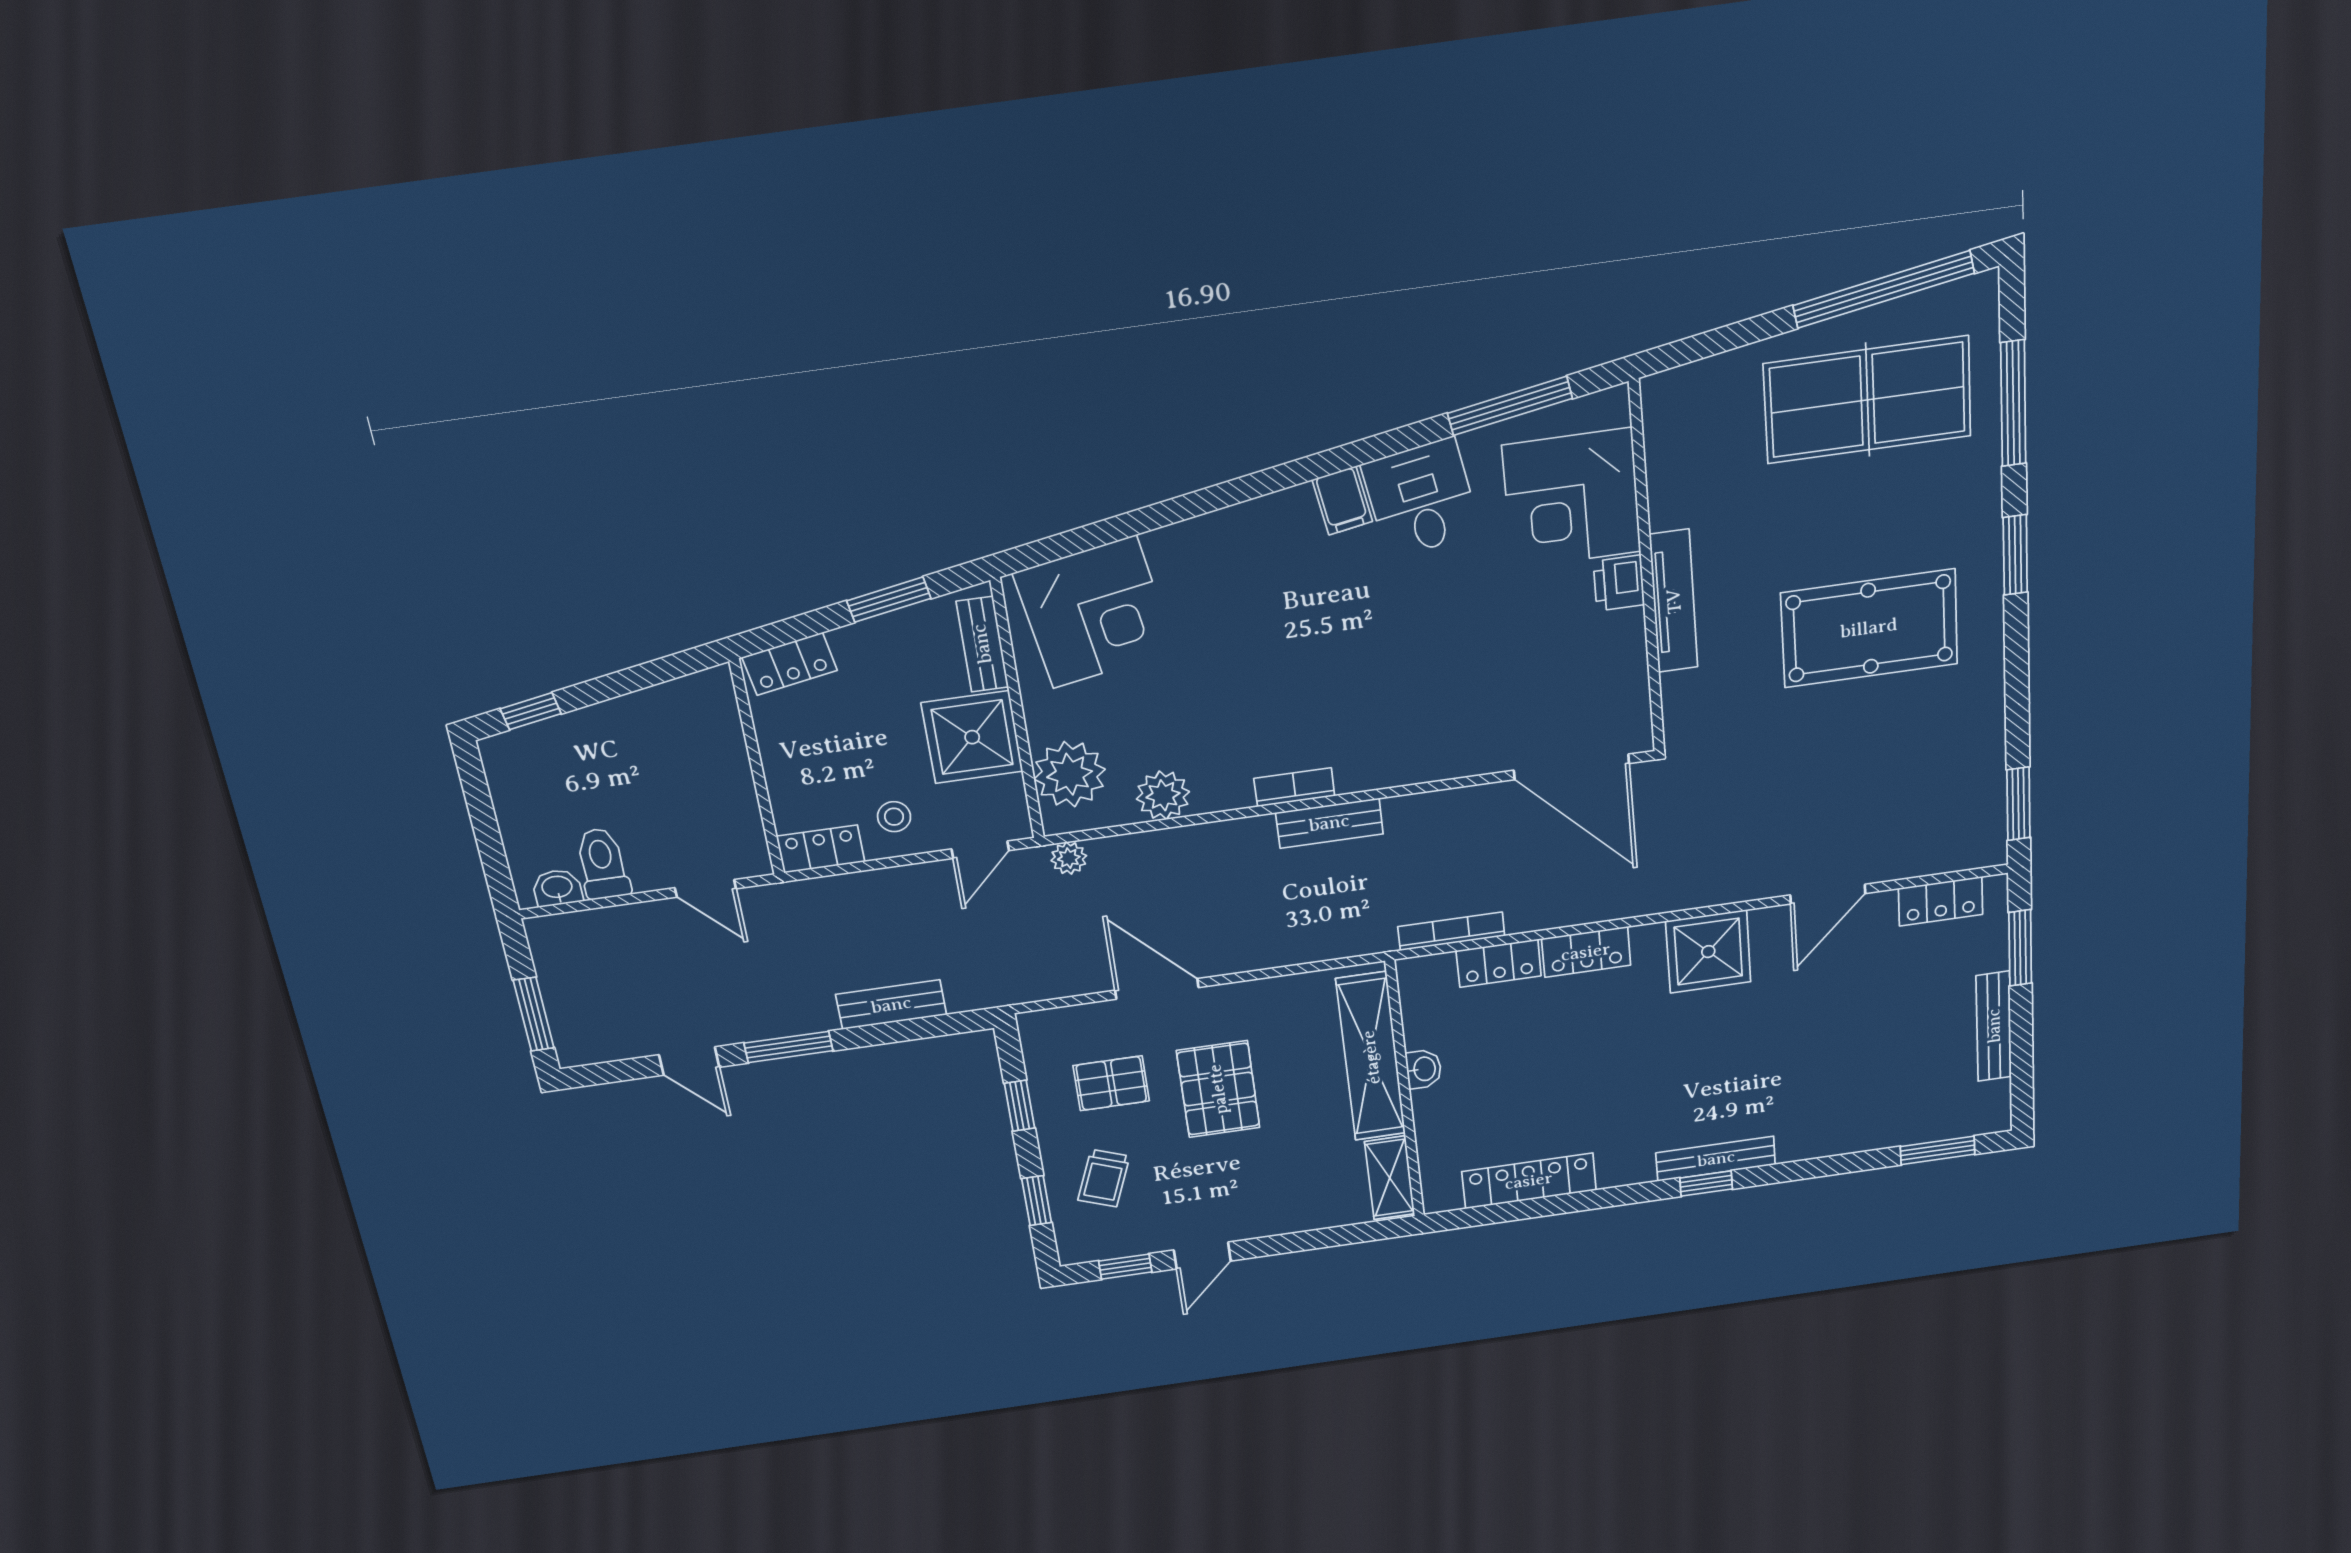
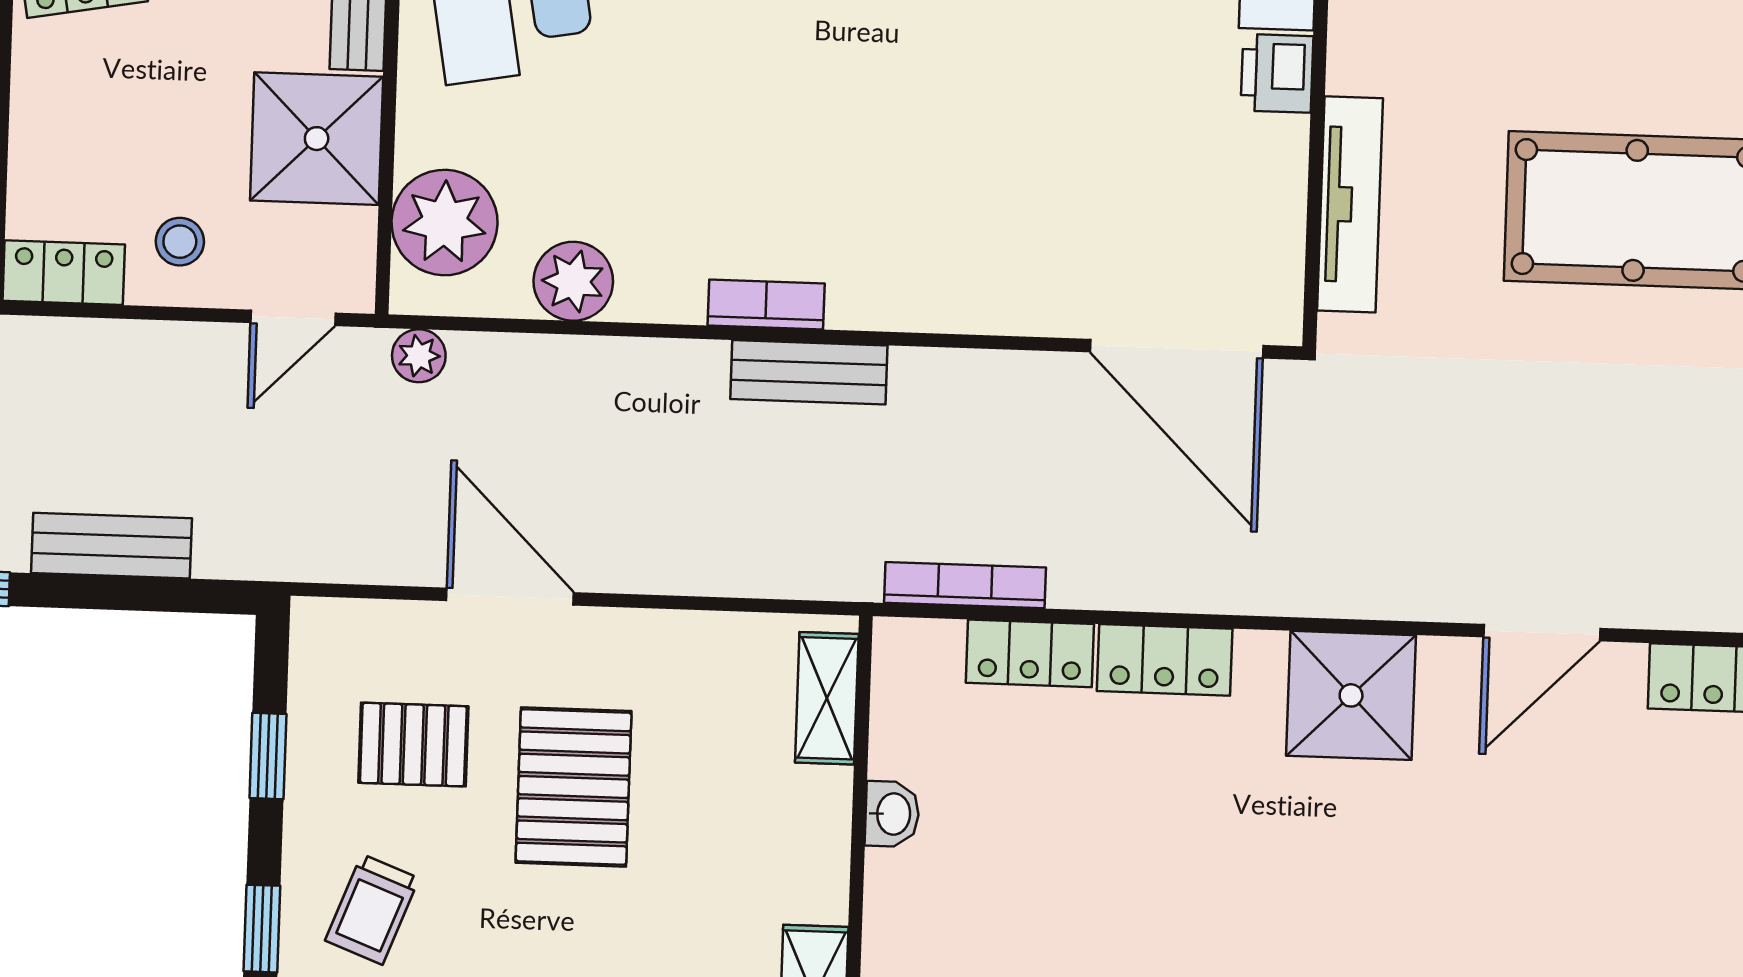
tv unit: (1674, 601) -> (1350, 204), moved
shelving: (1371, 1057) -> (827, 698), width x0.45, depth x0.75

